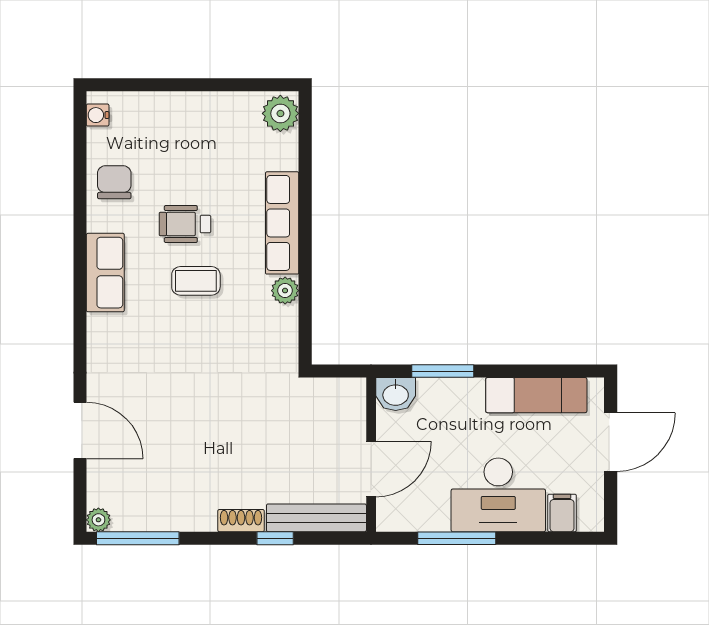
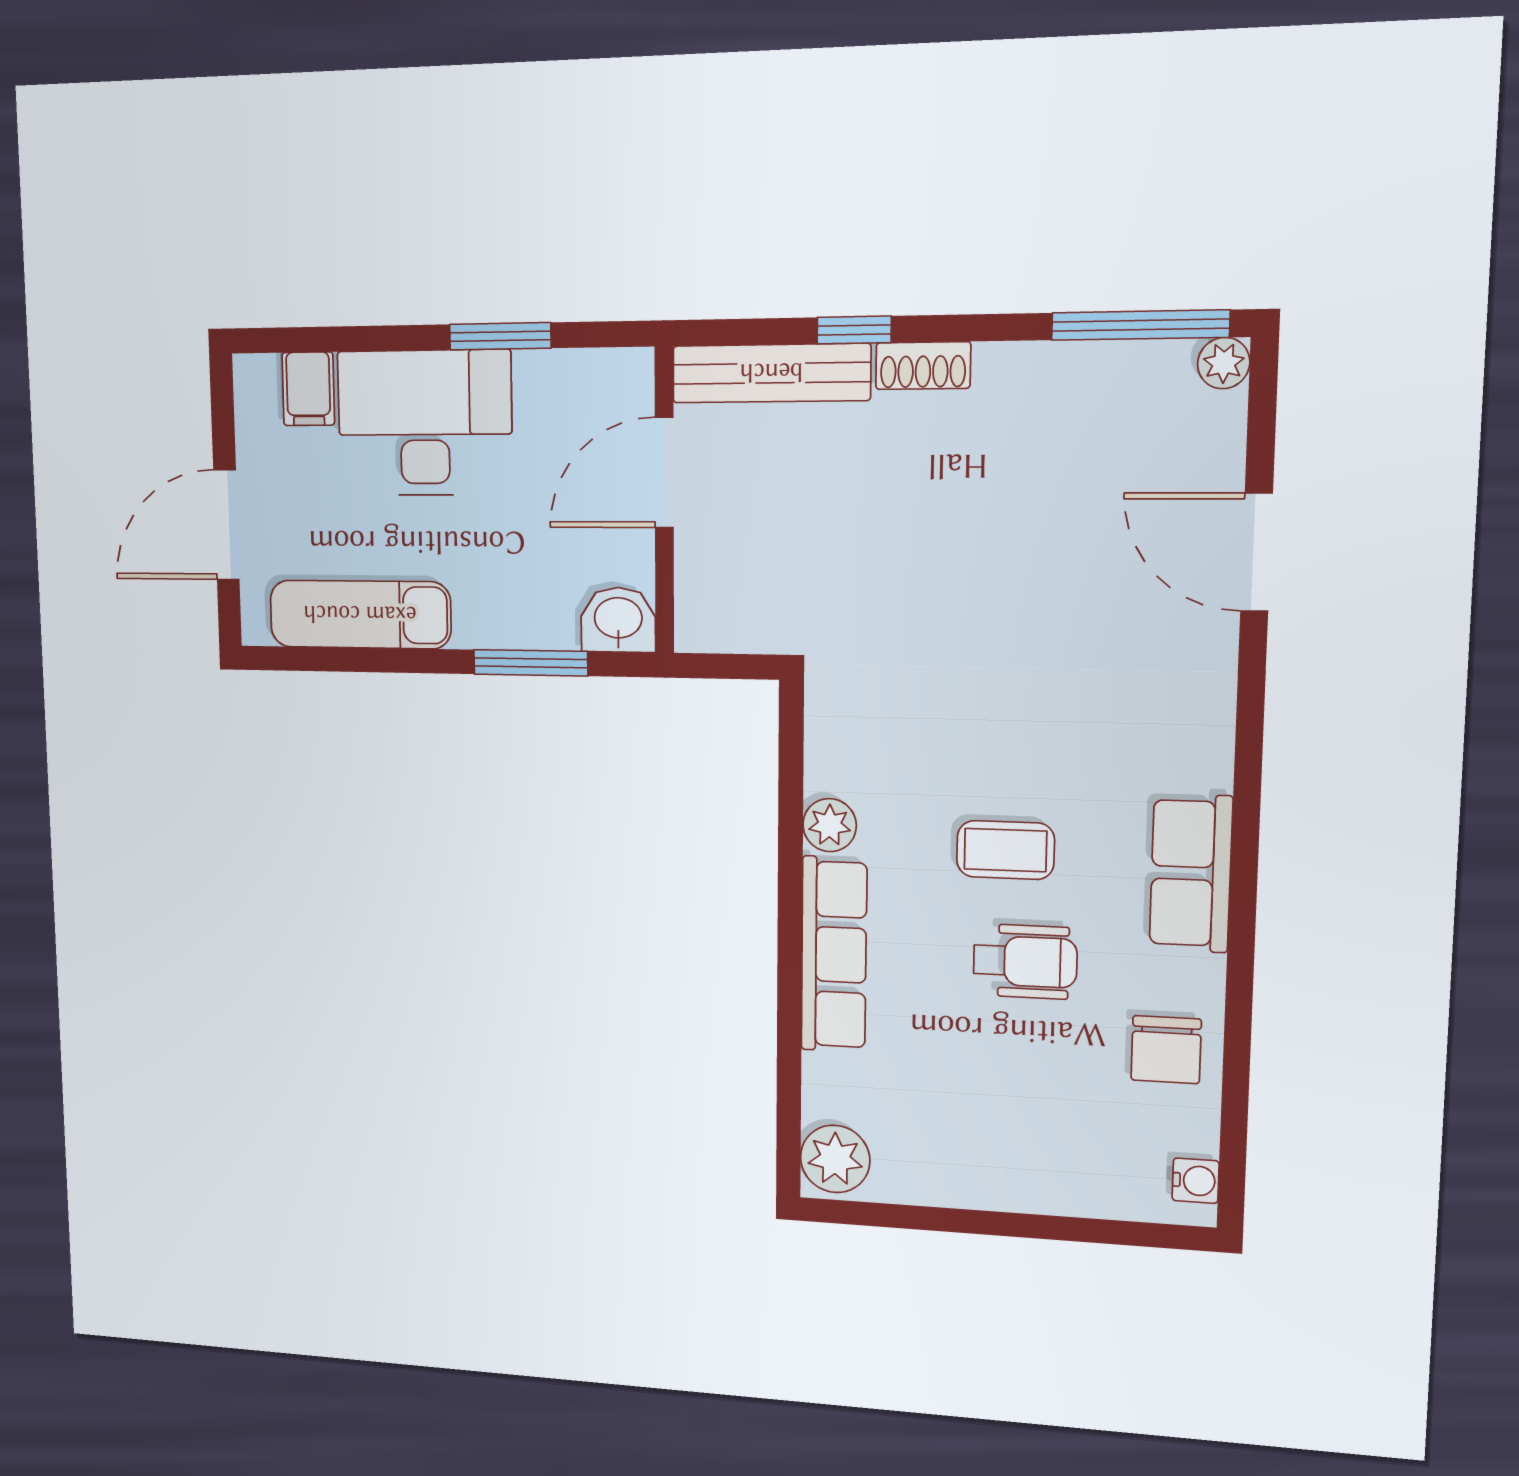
window: (457, 538) -> (500, 336), width x0.69

